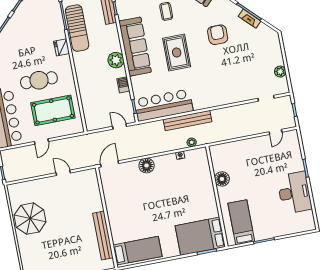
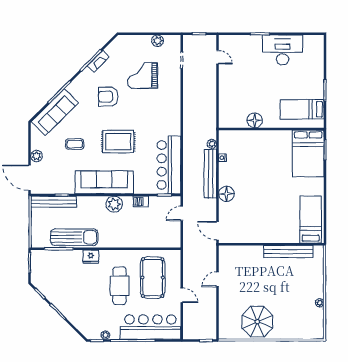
grand piano: (244, 63) -> (142, 75), added
bench: (188, 121) -> (210, 174), moved

